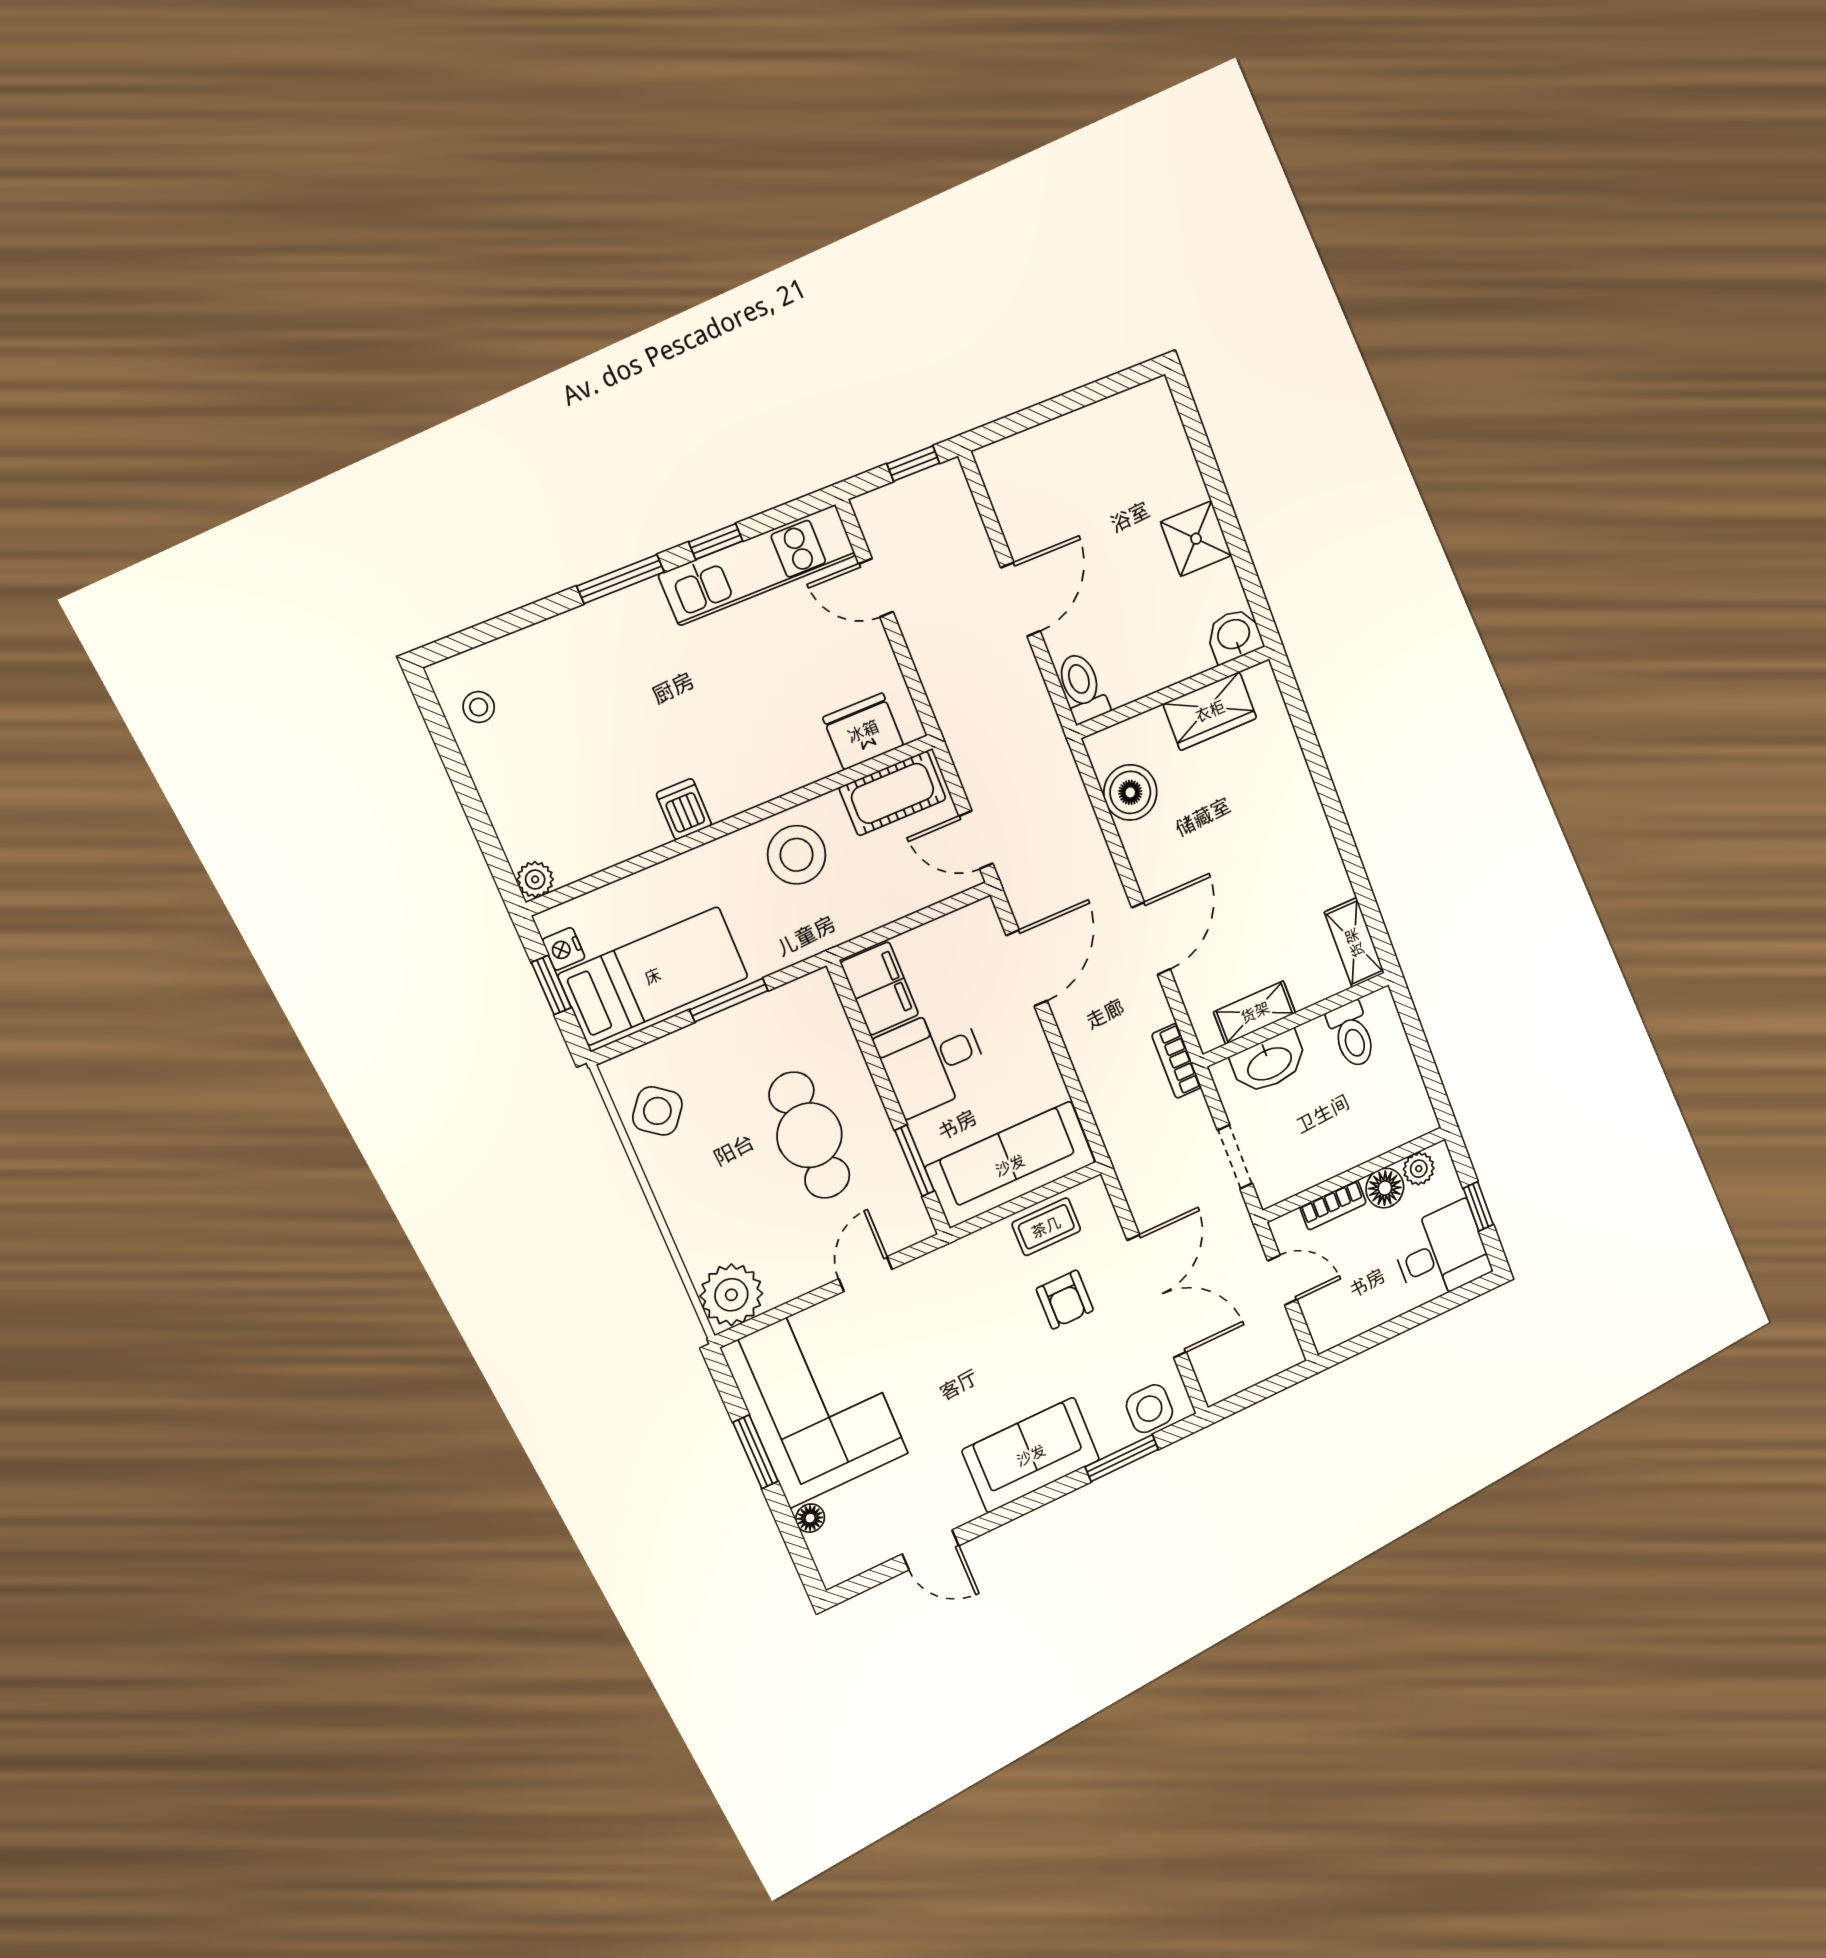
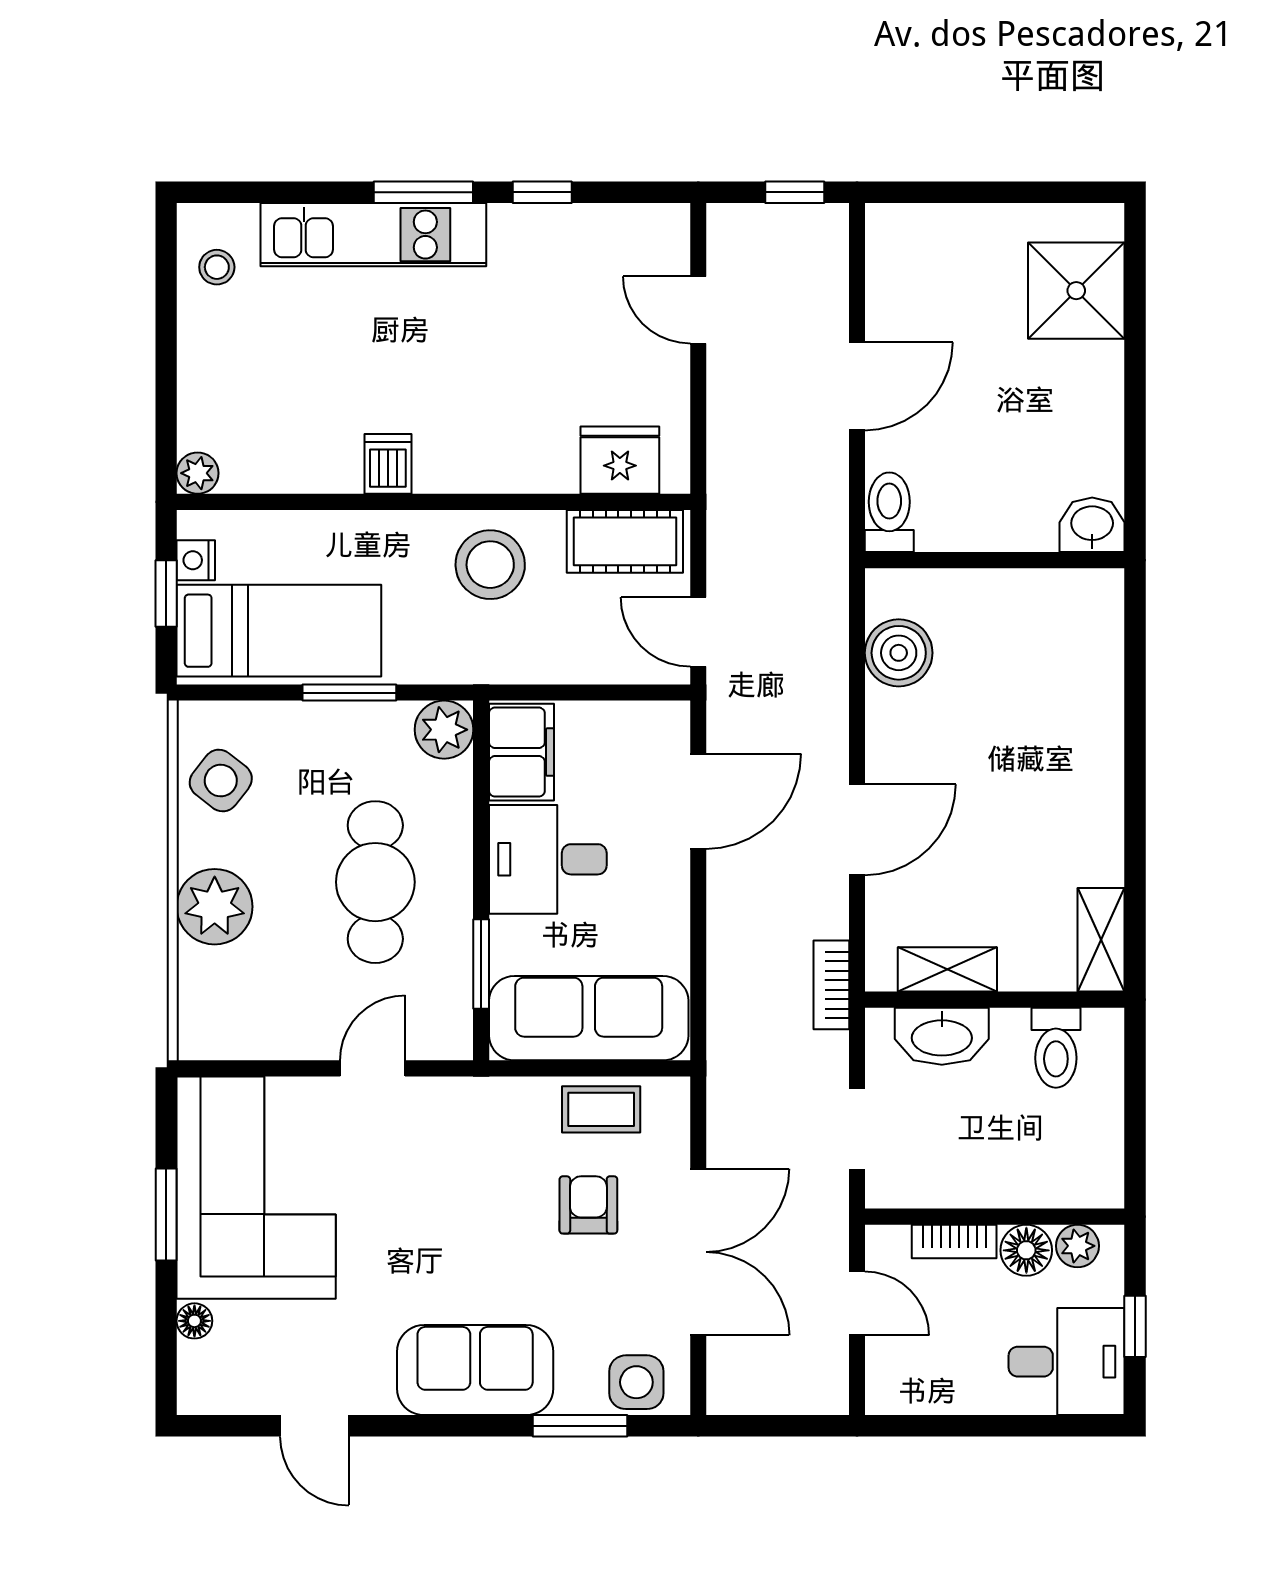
shower: (1196, 539) -> (1076, 291), moved, width x1.36, depth x1.36
kitchen unit: (758, 565) -> (373, 235), moved
wardrobe: (1210, 711) -> (1029, 599), removed
plant: (814, 997) -> (444, 730), added
plant: (731, 1295) -> (215, 907), moved
armchair: (1065, 1300) -> (588, 1205), turned 180

